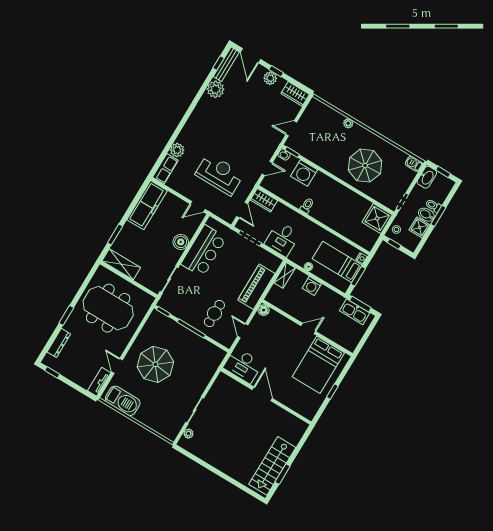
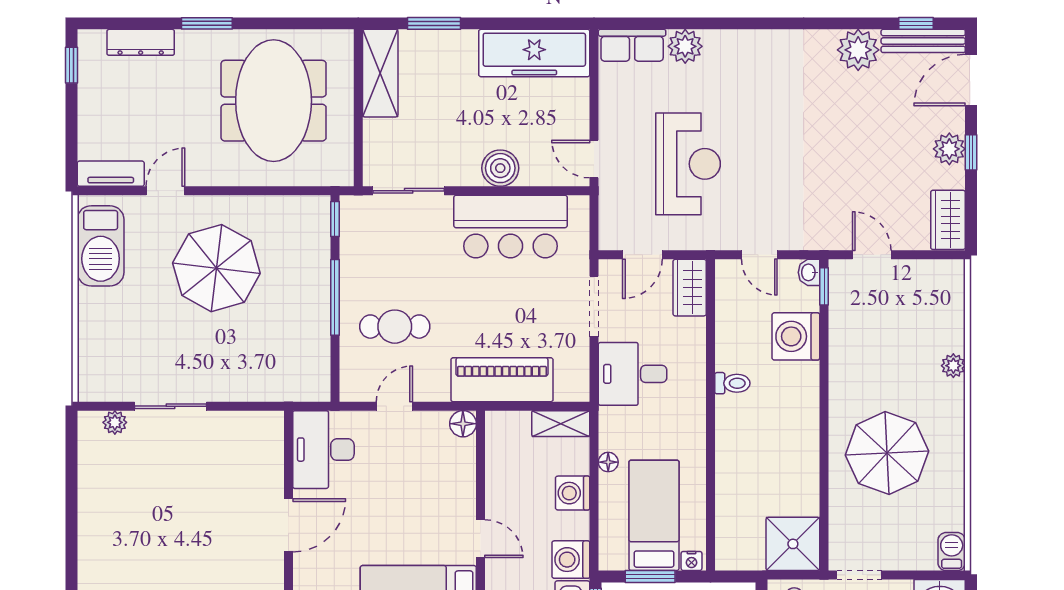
washing machine: (335, 301) -> (571, 560), added

